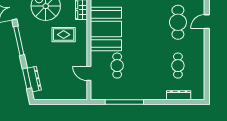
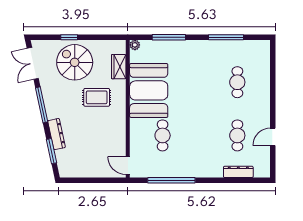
cafe table: (178, 22) -> (237, 82), width x0.73, depth x0.74
door: (207, 22) -> (273, 137), moved
door: (89, 73) -> (128, 166), moved
dresser: (34, 79) -> (57, 134), moved

